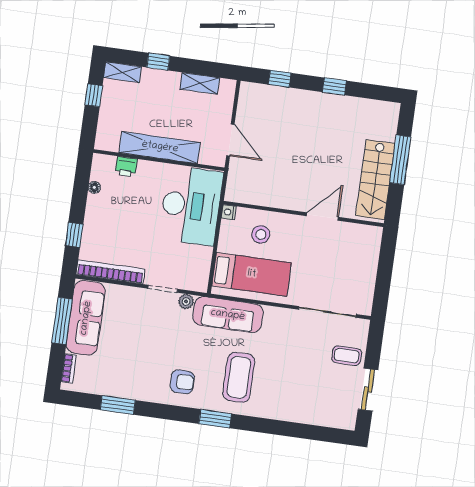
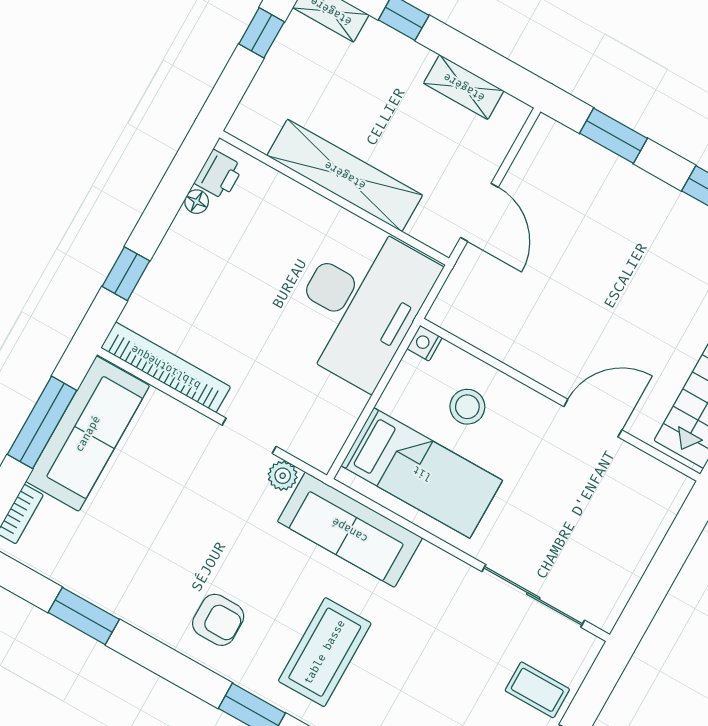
window: (280, 79) -> (613, 136), width x1.50
printer: (126, 167) -> (219, 175), moved, turned -90

